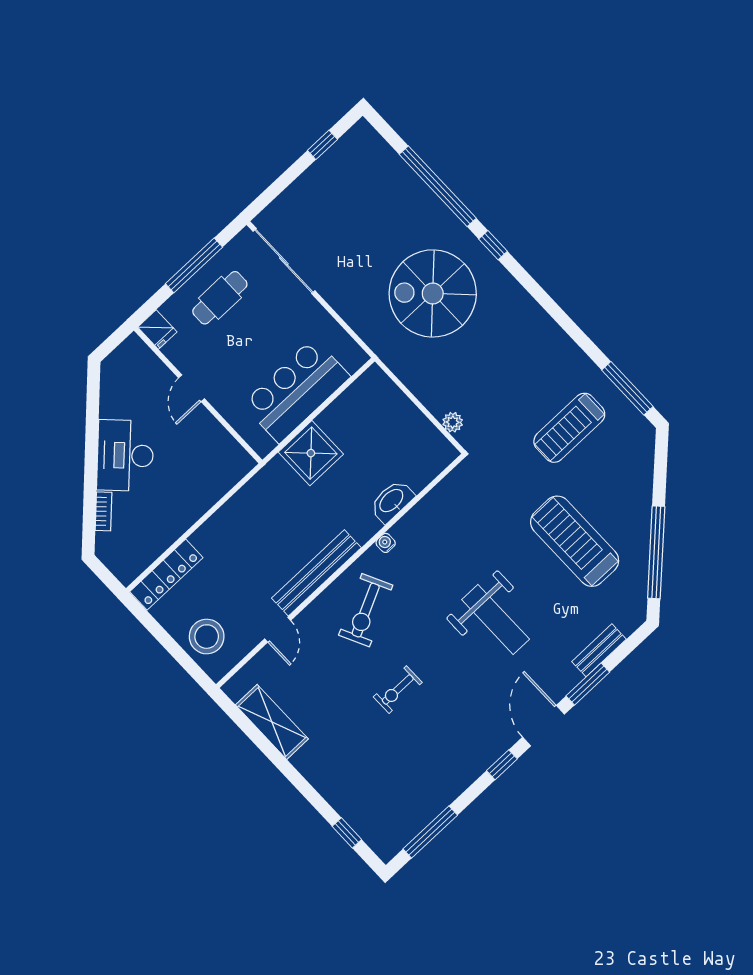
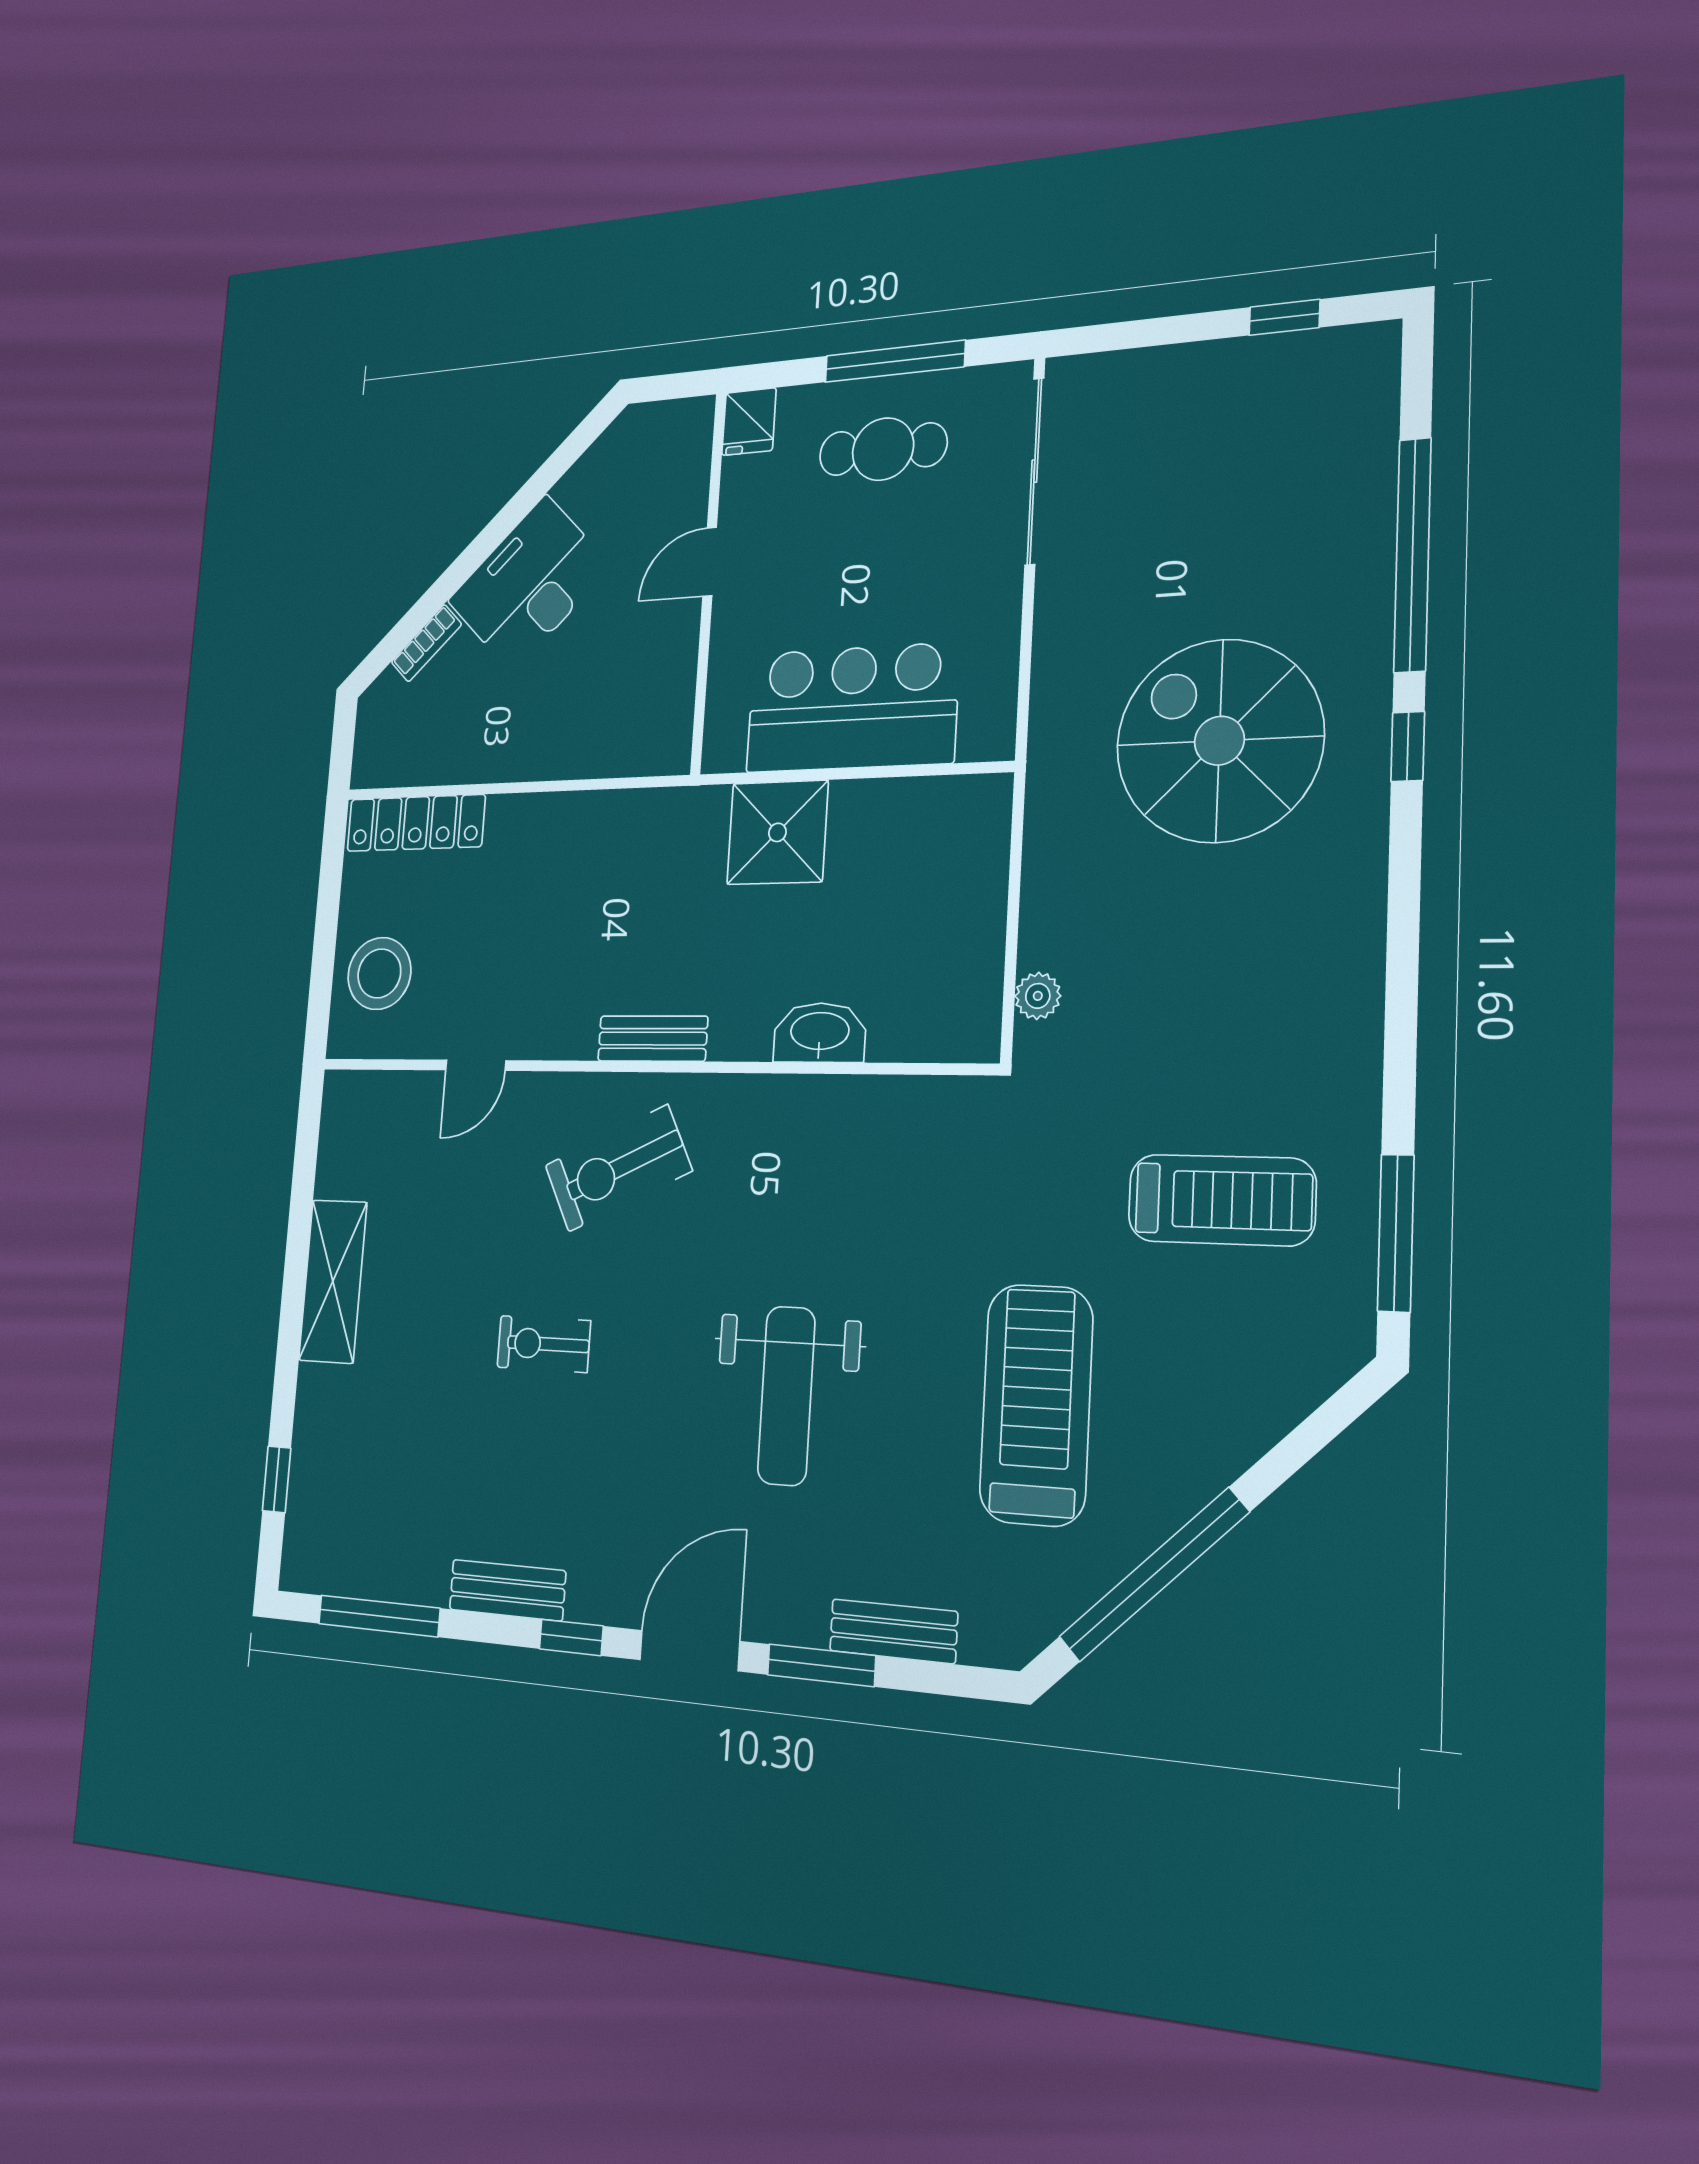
treadmill: (569, 428) -> (1221, 1200), turned 180
water cooler: (386, 543) -> (747, 1092), removed
bench: (316, 573) -> (653, 1039), width x0.54, depth x0.82
shelving: (272, 722) -> (333, 1281), moved
bench: (466, 775) -> (507, 1590), added

